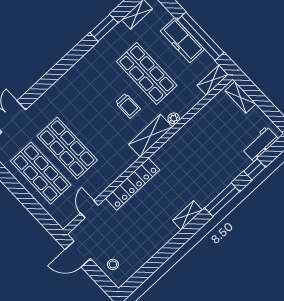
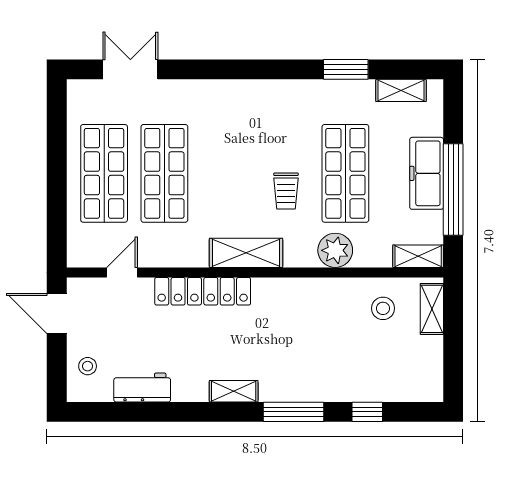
stool: (219, 117) -> (383, 308), added
plant: (174, 118) -> (335, 250), width x1.87, depth x1.87
shelving: (150, 136) -> (246, 253), moved
workbench: (260, 144) -> (142, 388), moved

